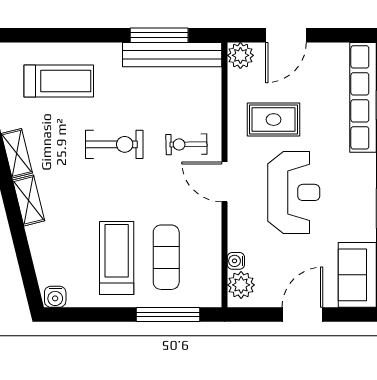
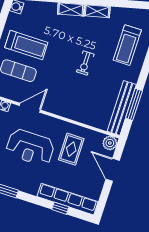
exercise bike: (114, 144) -> (85, 63), width x0.73, depth x0.72
exercise bike: (186, 144) -> (73, 100), removed
door: (225, 182) -> (30, 108), moved

